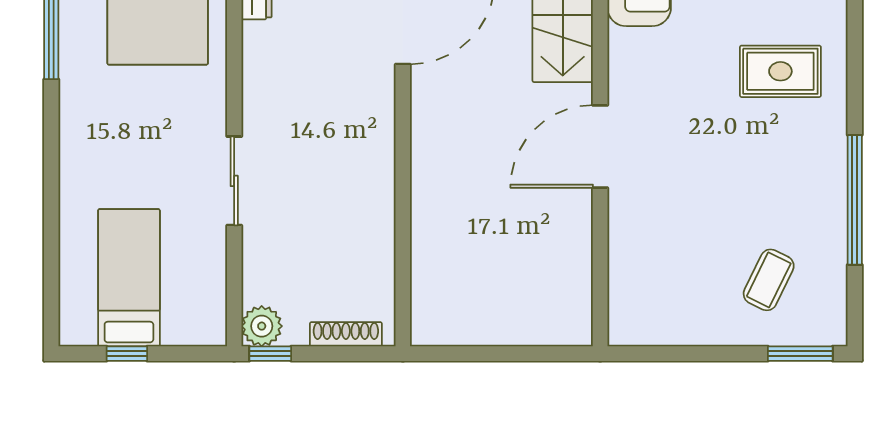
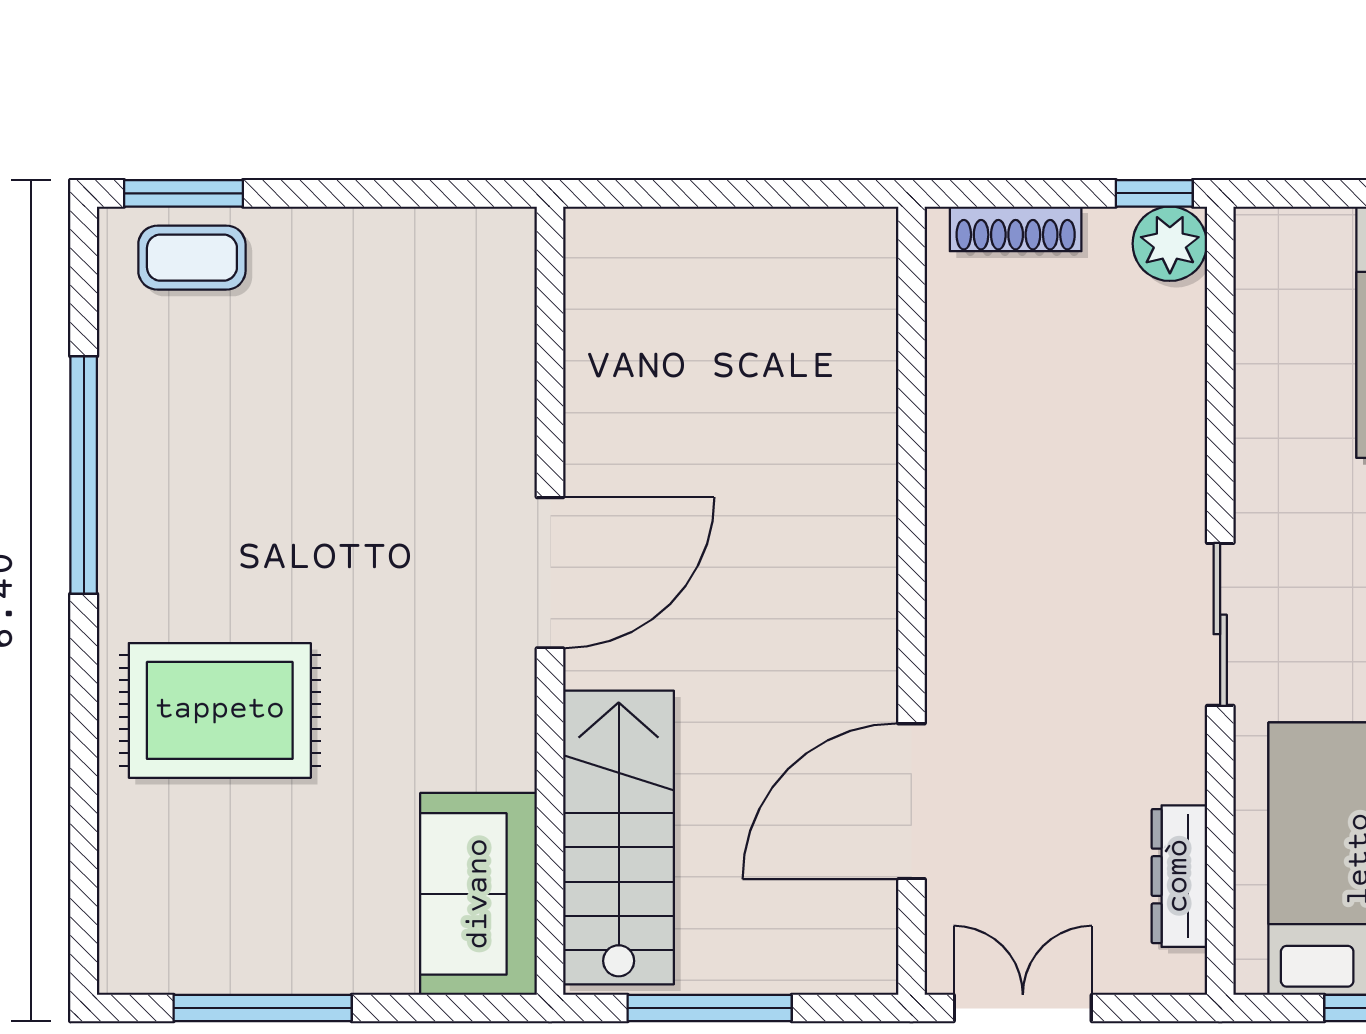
rug: (780, 71) -> (220, 710), width x1.36, depth x1.43
sliding door: (234, 181) -> (1220, 624), moved
coffee table: (769, 280) -> (192, 258), moved, turned 64

